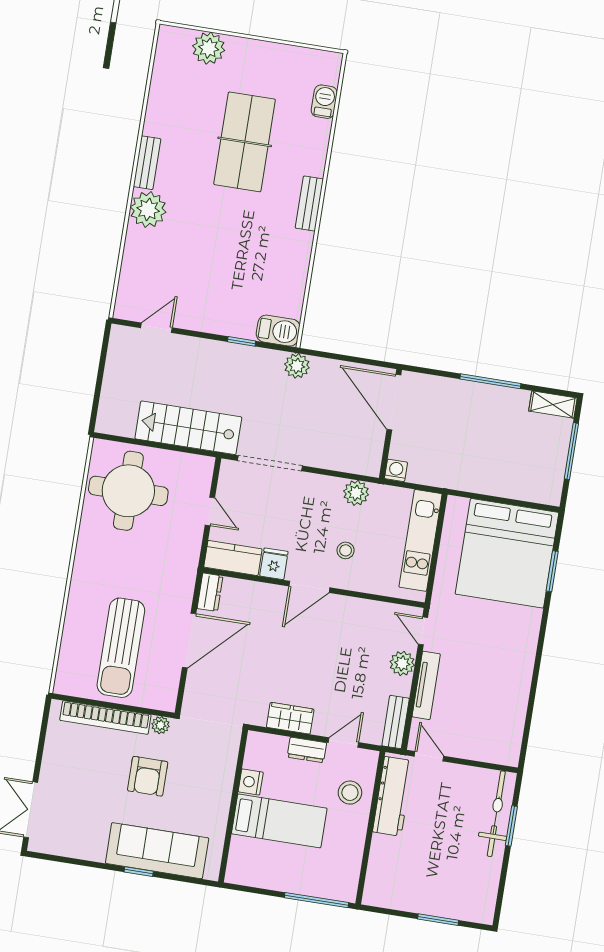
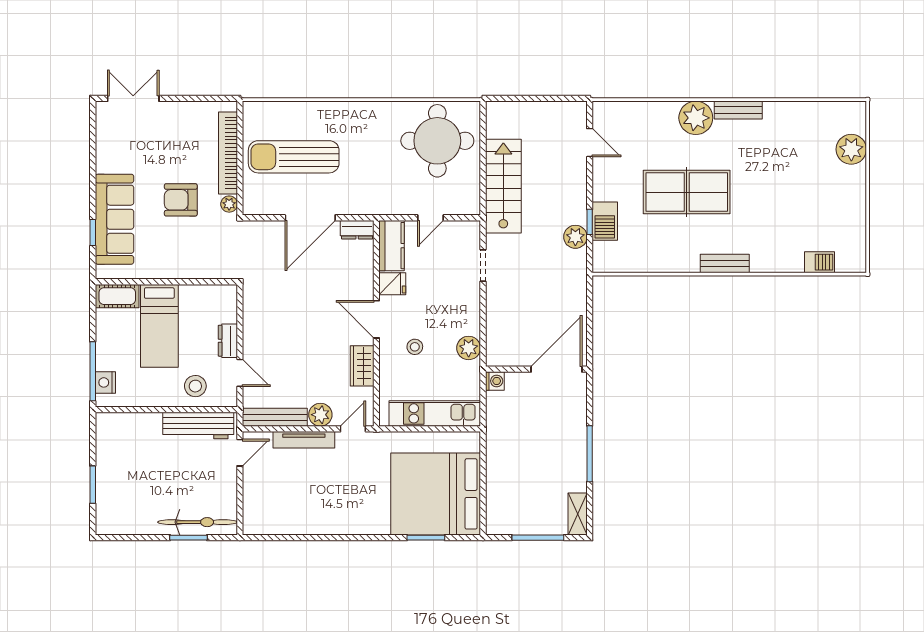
table tennis table: (245, 142) -> (687, 192), moved
barbecue: (278, 331) -> (605, 221), moved
plant: (297, 366) -> (575, 237), moved
doorway: (270, 463) -> (483, 266), width x0.53
door: (189, 641) -> (310, 218), hinge flipped
wardrobe: (290, 718) -> (362, 366), moved, turned 180
bench: (396, 722) -> (275, 417), width x1.36
nightstand: (251, 782) -> (105, 382), moved, turned -90
cot: (240, 861) -> (117, 296), added
window: (139, 872) -> (93, 232), moved

